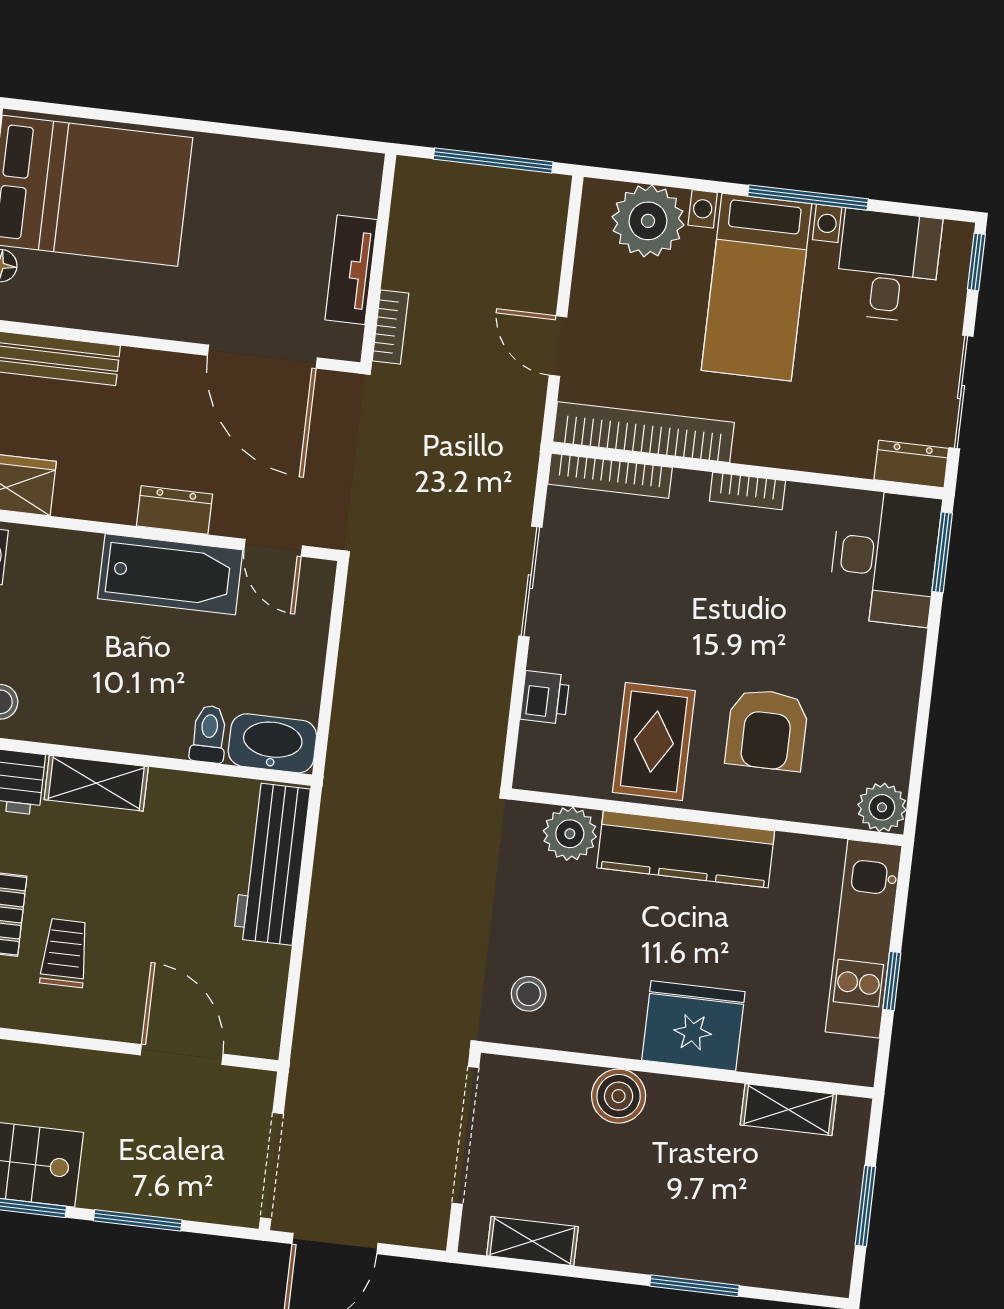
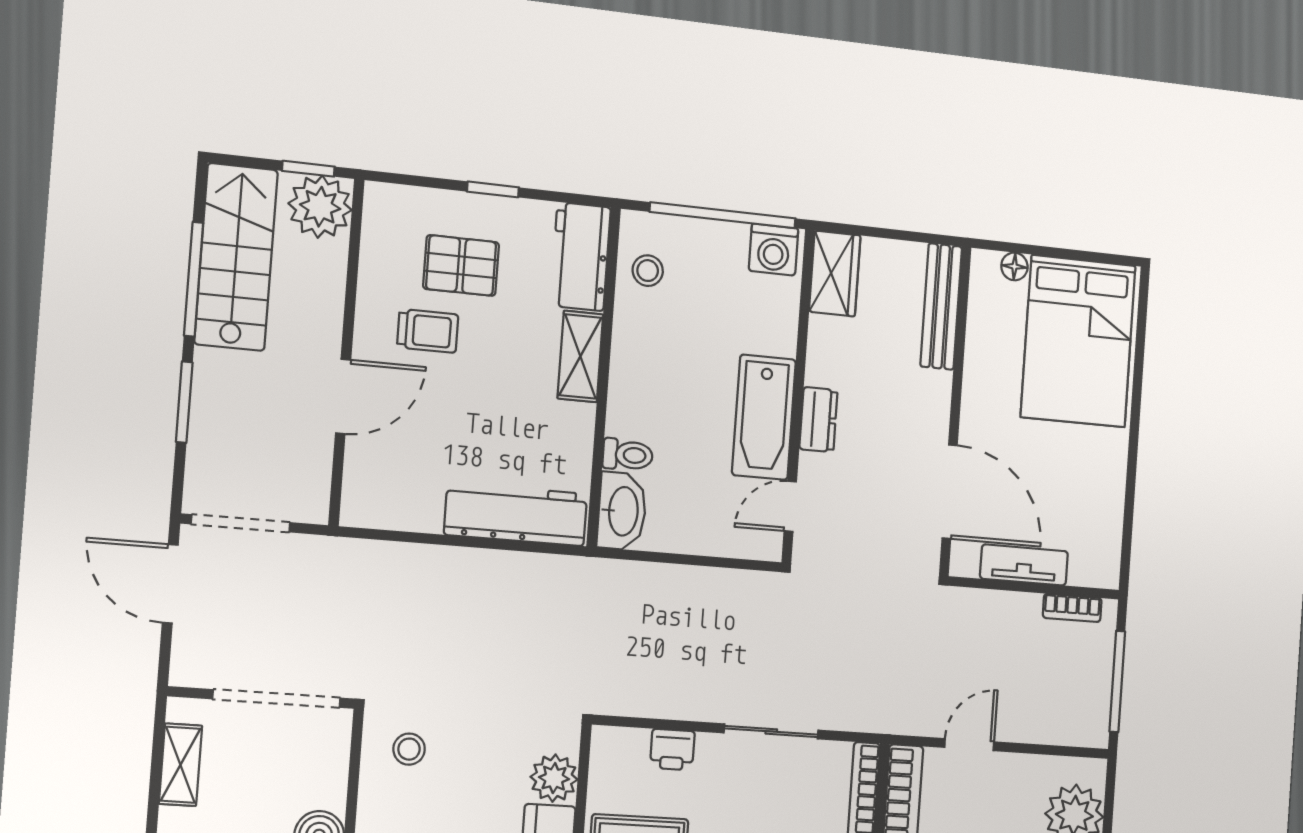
bookcase: (390, 327) -> (1072, 608), moved
door: (262, 357) -> (950, 492), swing flipped
door: (182, 1055) -> (343, 397), moved

